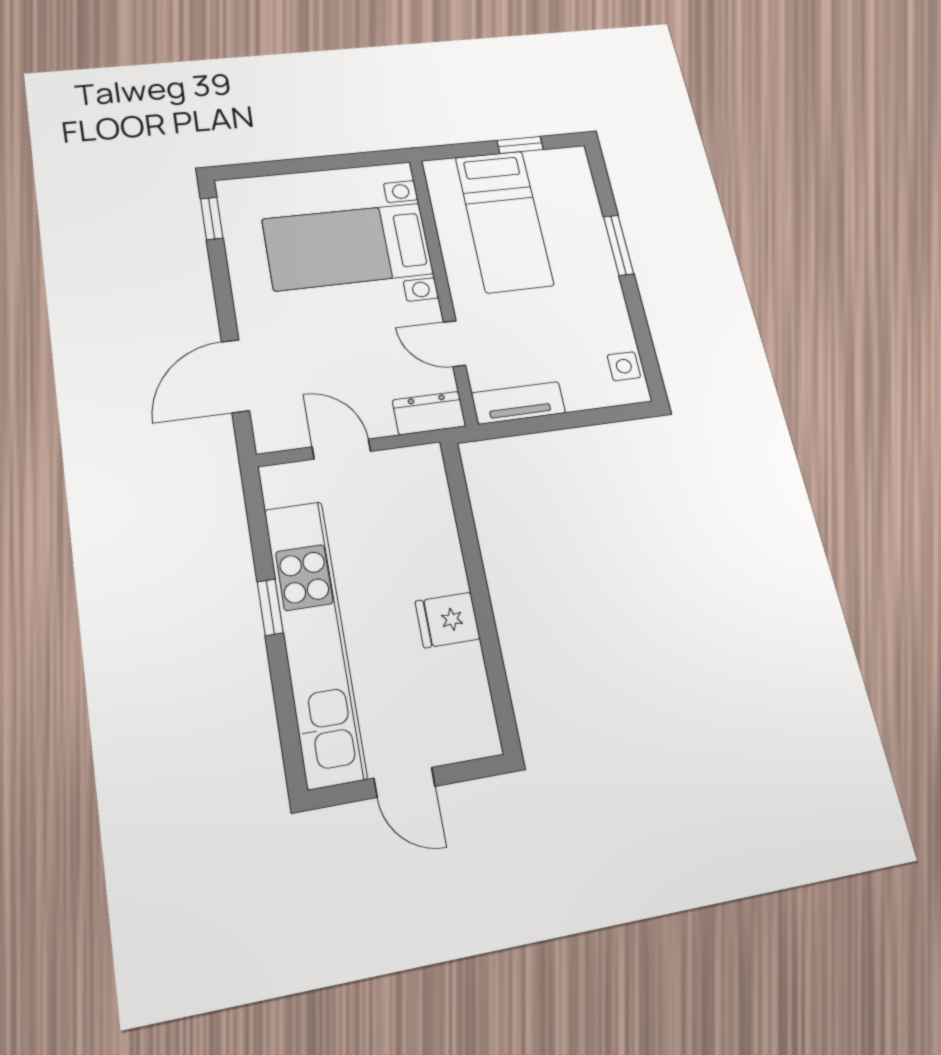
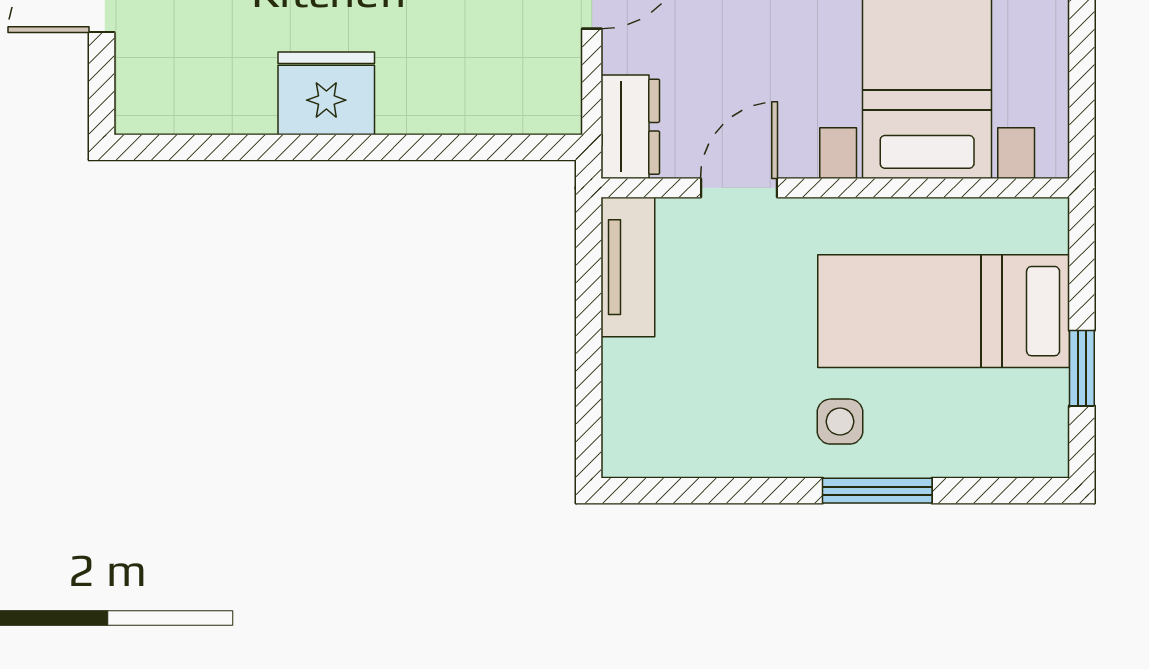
side table: (624, 366) -> (840, 422), moved
fridge: (448, 620) -> (326, 93), width x1.38

